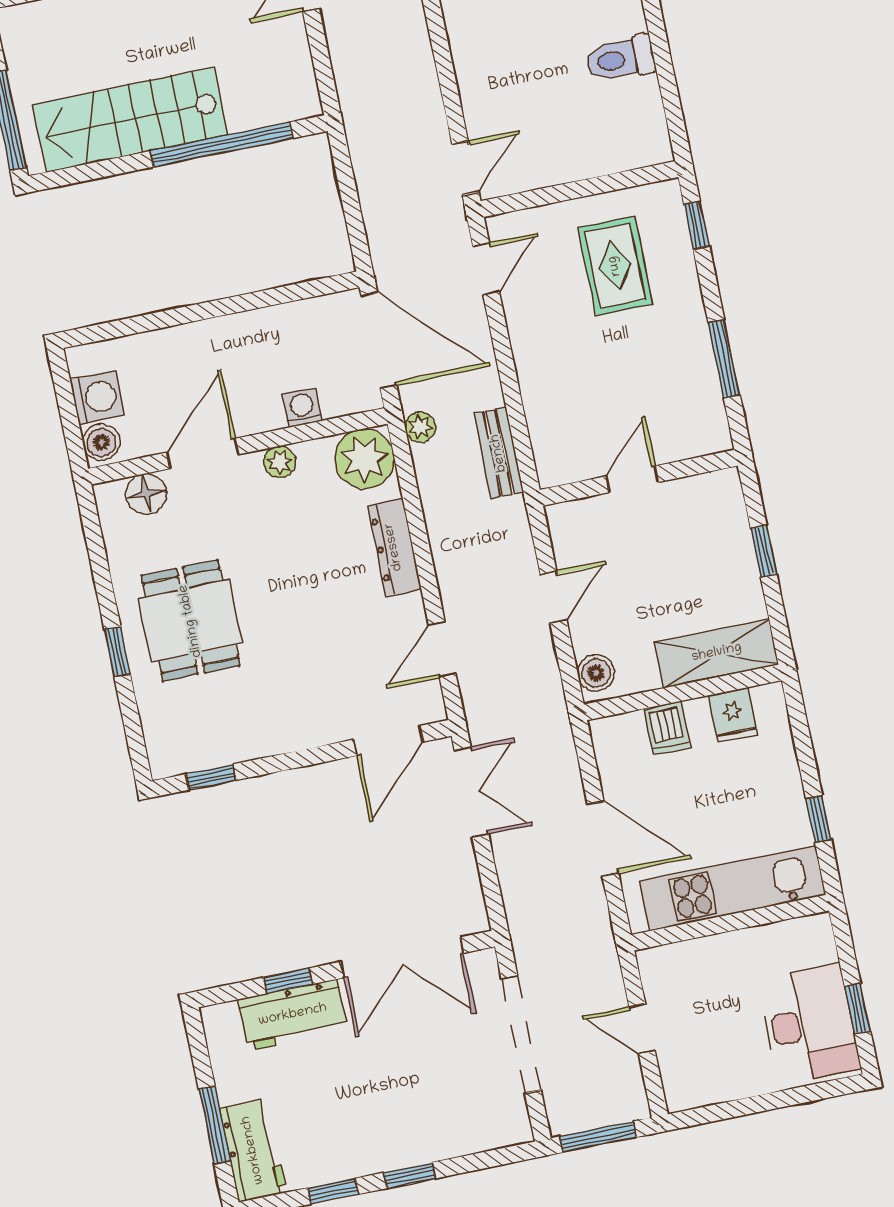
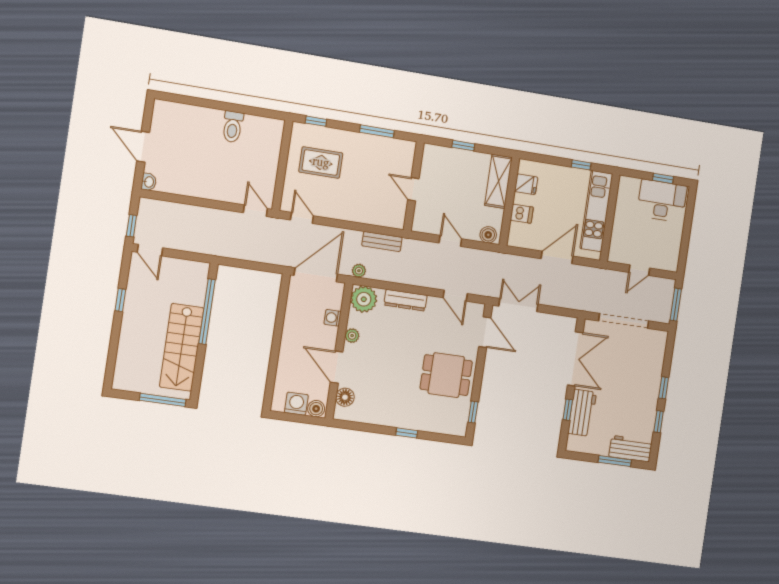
dining table: (191, 621) -> (446, 375), moved

